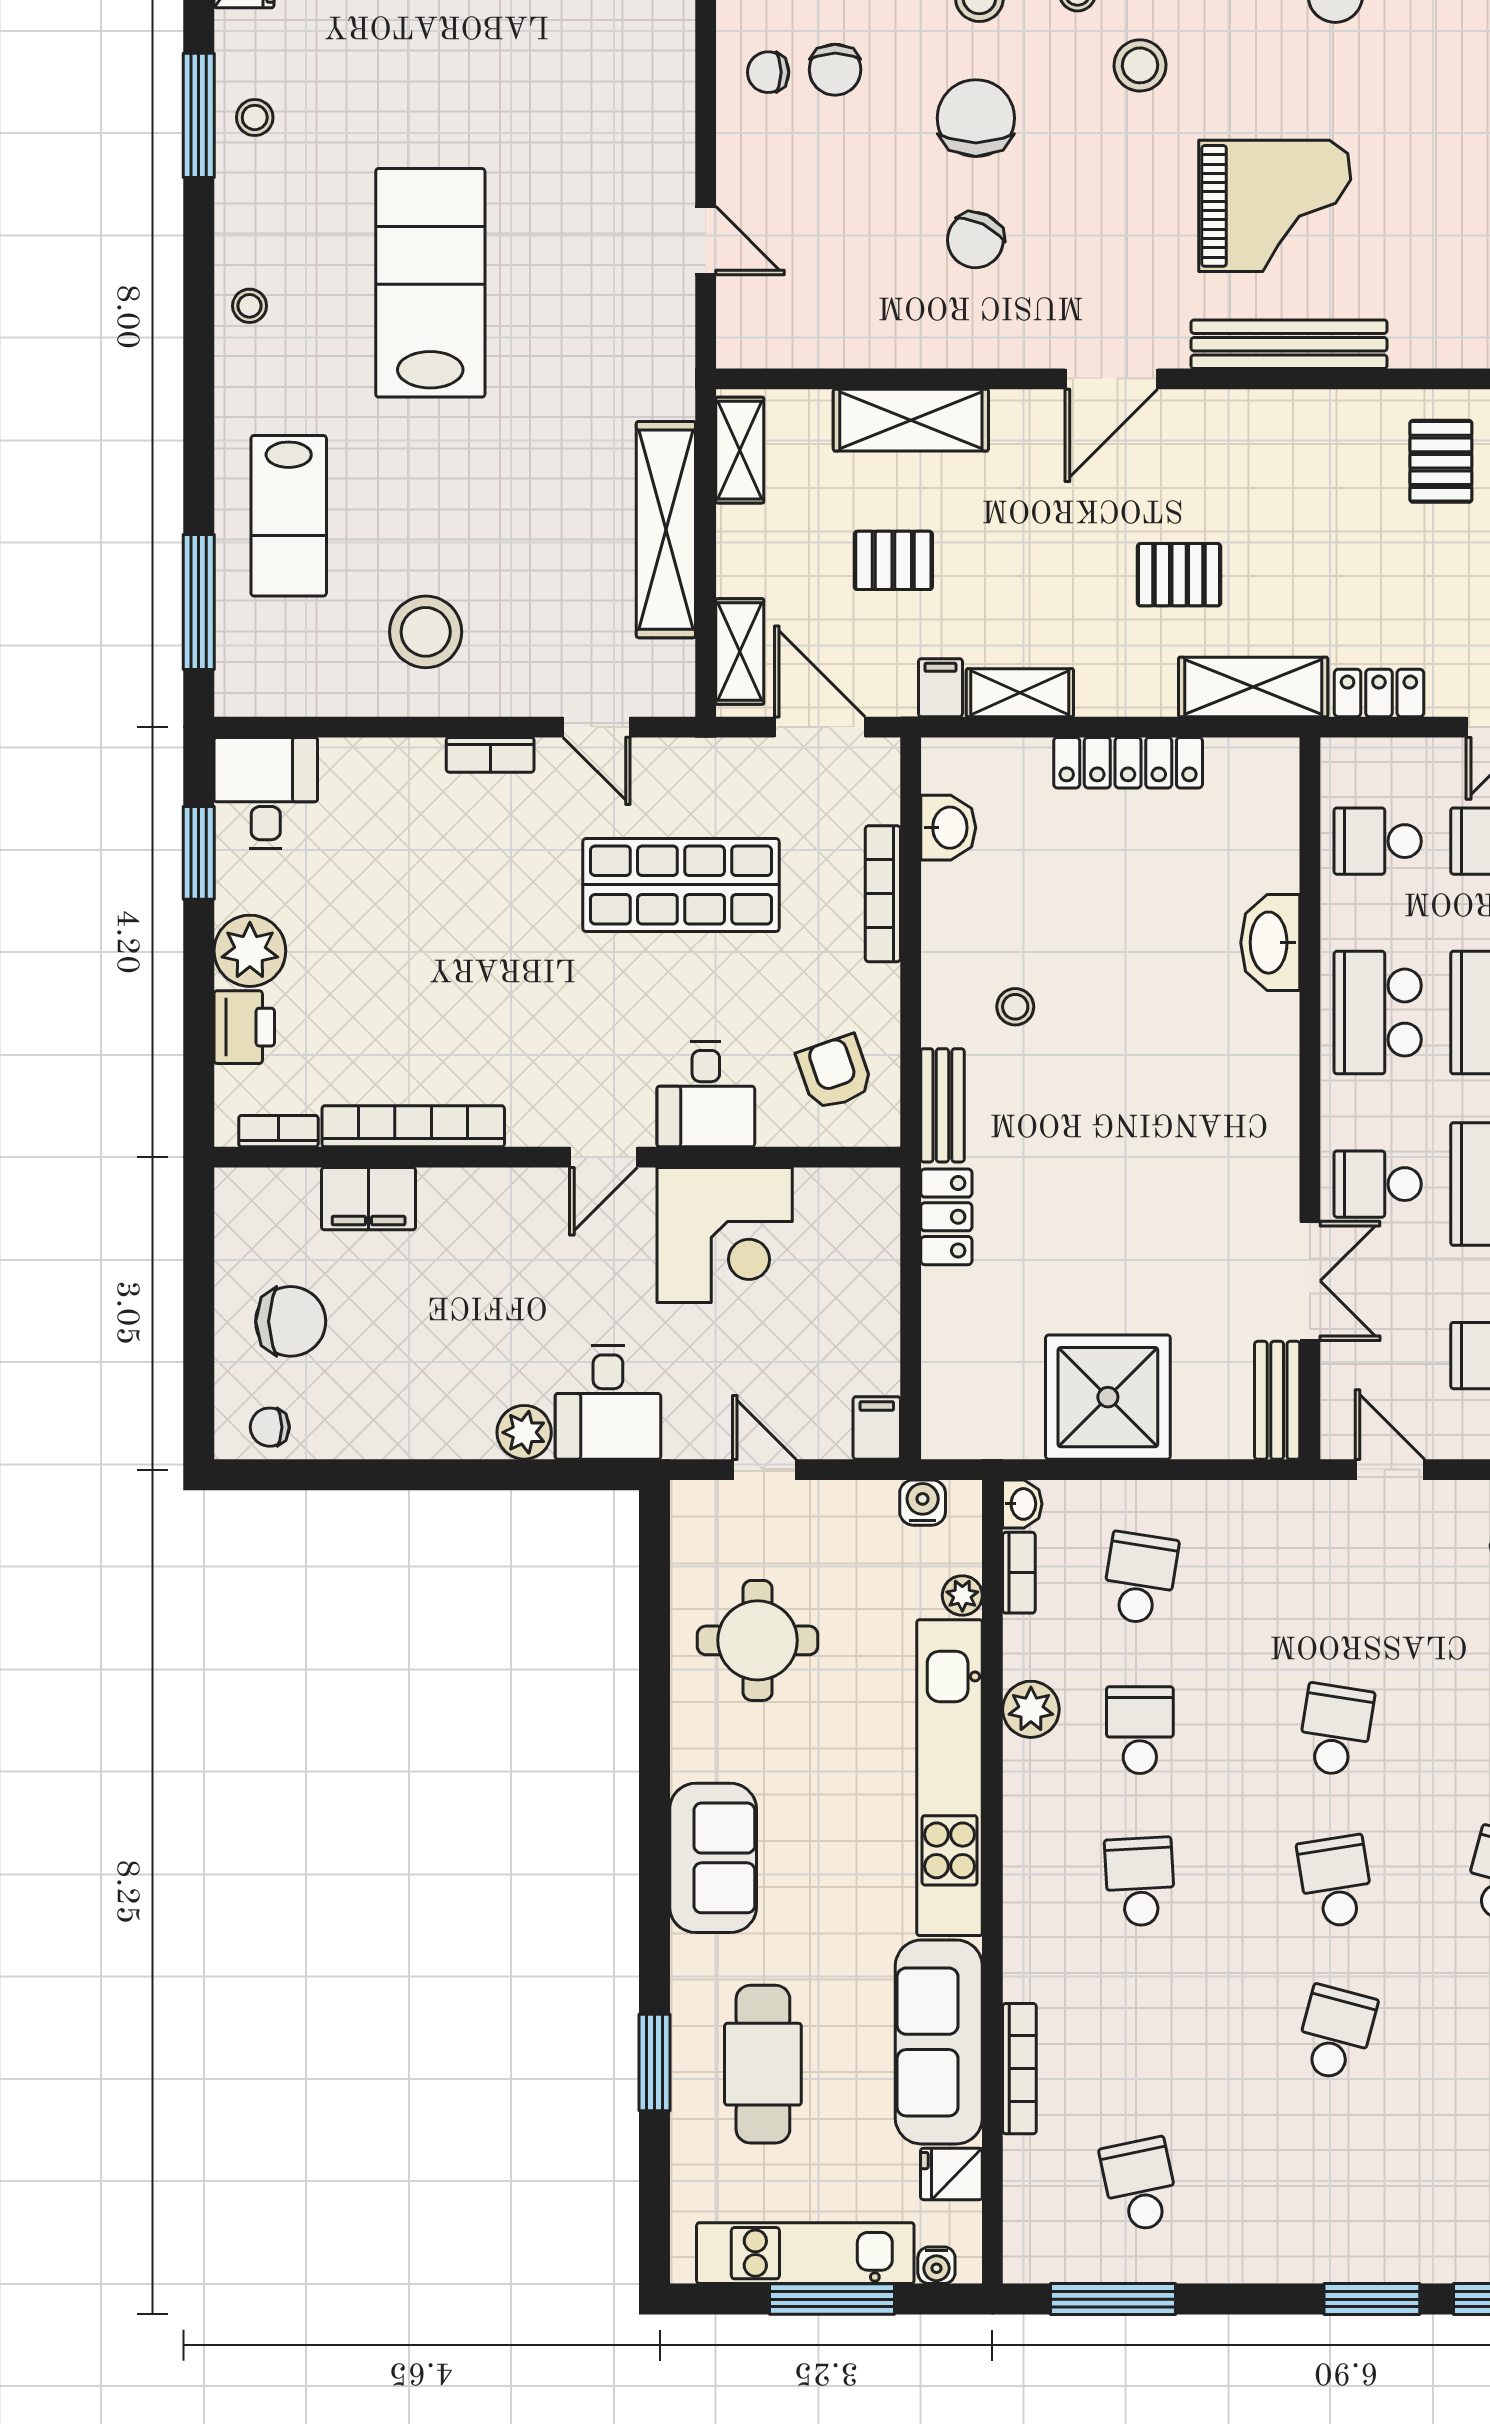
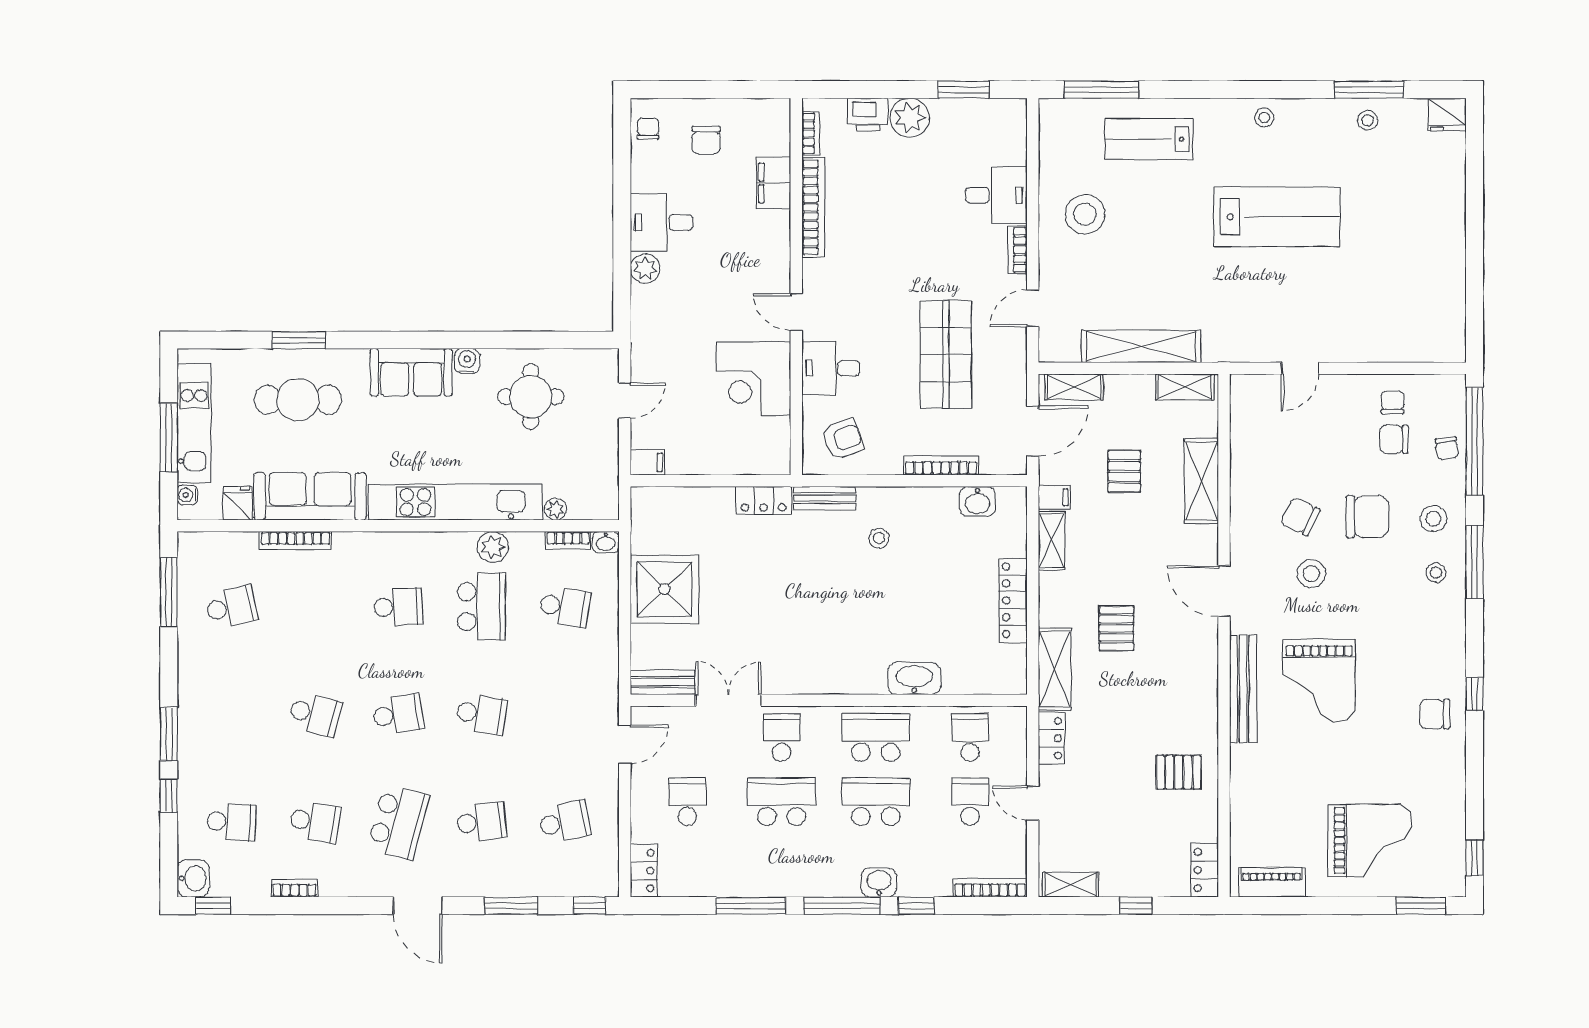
stool: (1140, 65) -> (1311, 574), moved
desk: (266, 793) -> (996, 195), moved
double door: (1310, 1281) -> (728, 700), swing flipped
chair: (291, 1321) -> (706, 140), width x0.73, depth x0.73
desk: (608, 1402) -> (661, 222), moved
water cooler: (923, 1503) -> (467, 361), moved, turned -90
school desk: (1140, 1730) -> (481, 607), width x1.85

